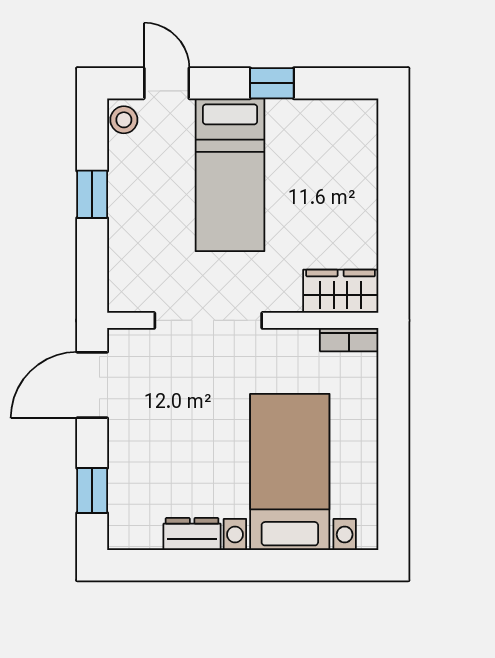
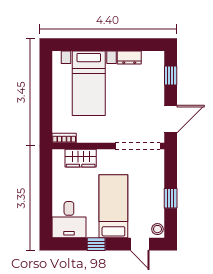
desk: (337, 142) -> (69, 220), added
wardrobe: (341, 291) -> (81, 158), moved
doorway: (208, 320) -> (138, 146), moved

